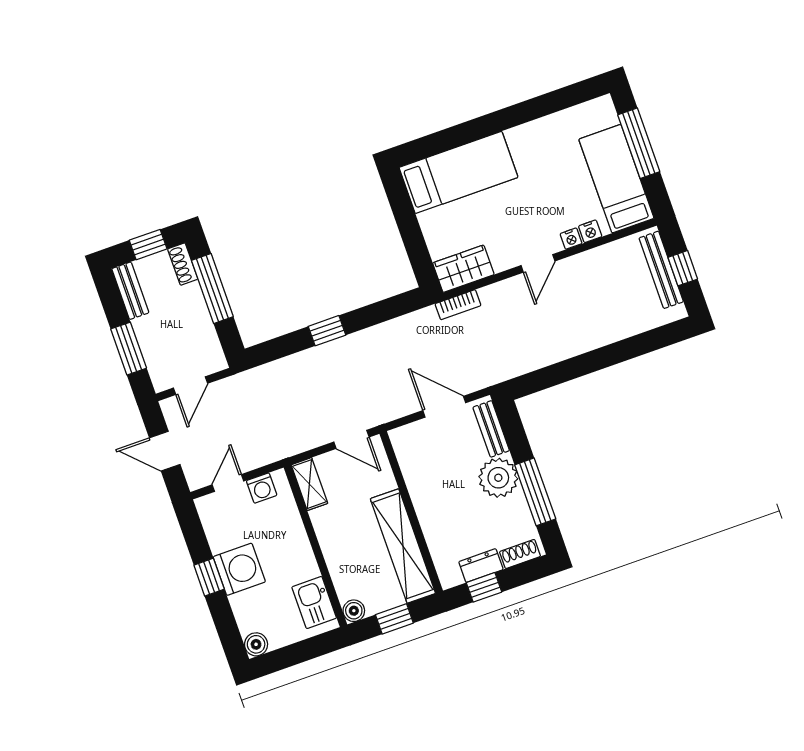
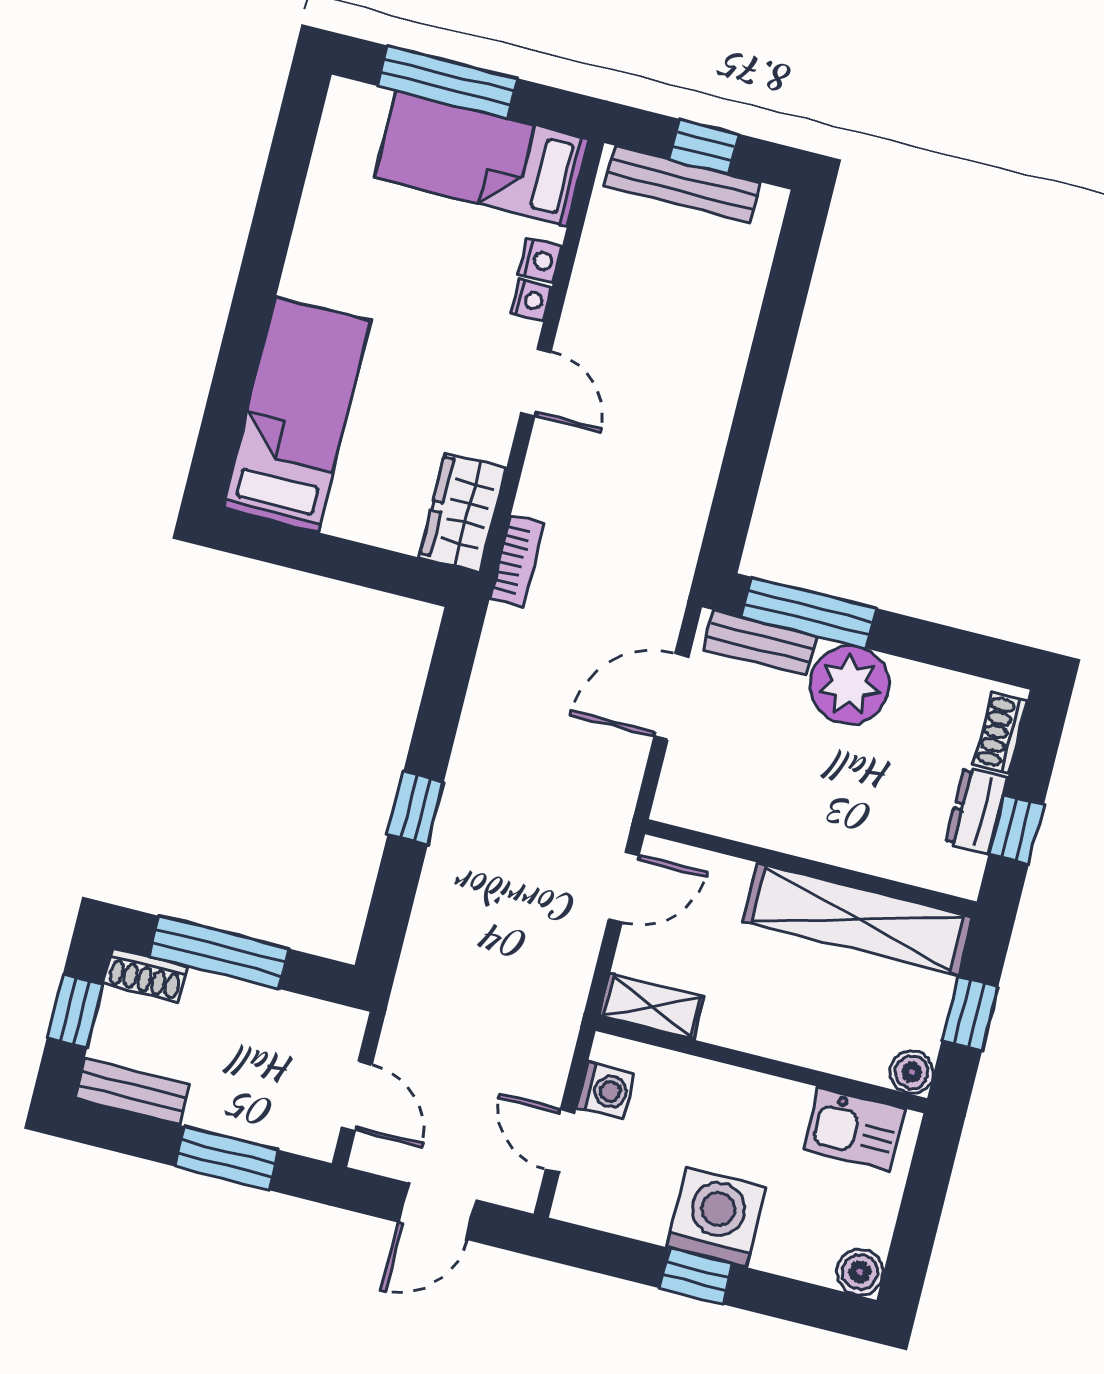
window: (535, 492) -> (809, 613), moved

